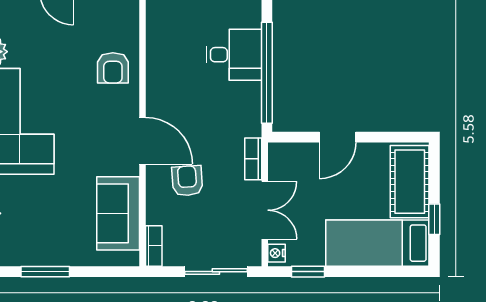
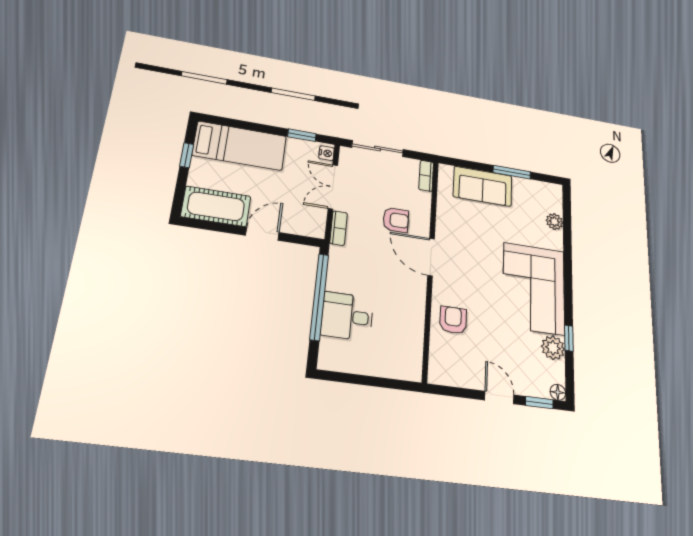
armchair: (187, 181) -> (396, 220), turned -86
cot: (410, 182) -> (216, 206), moved, turned 90
sofa: (118, 213) -> (483, 186), moved, turned 90

